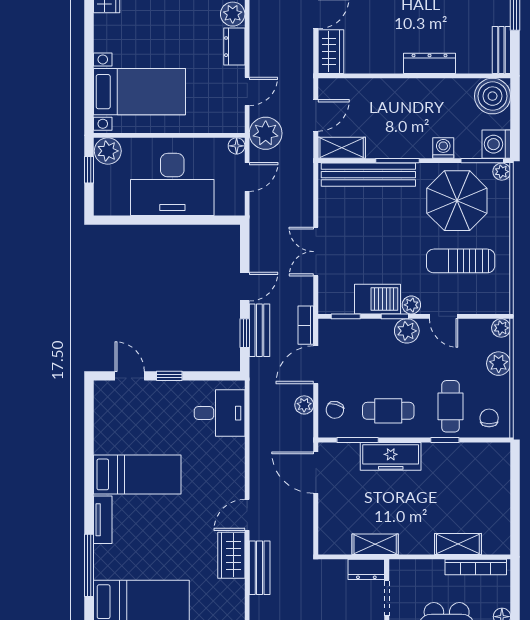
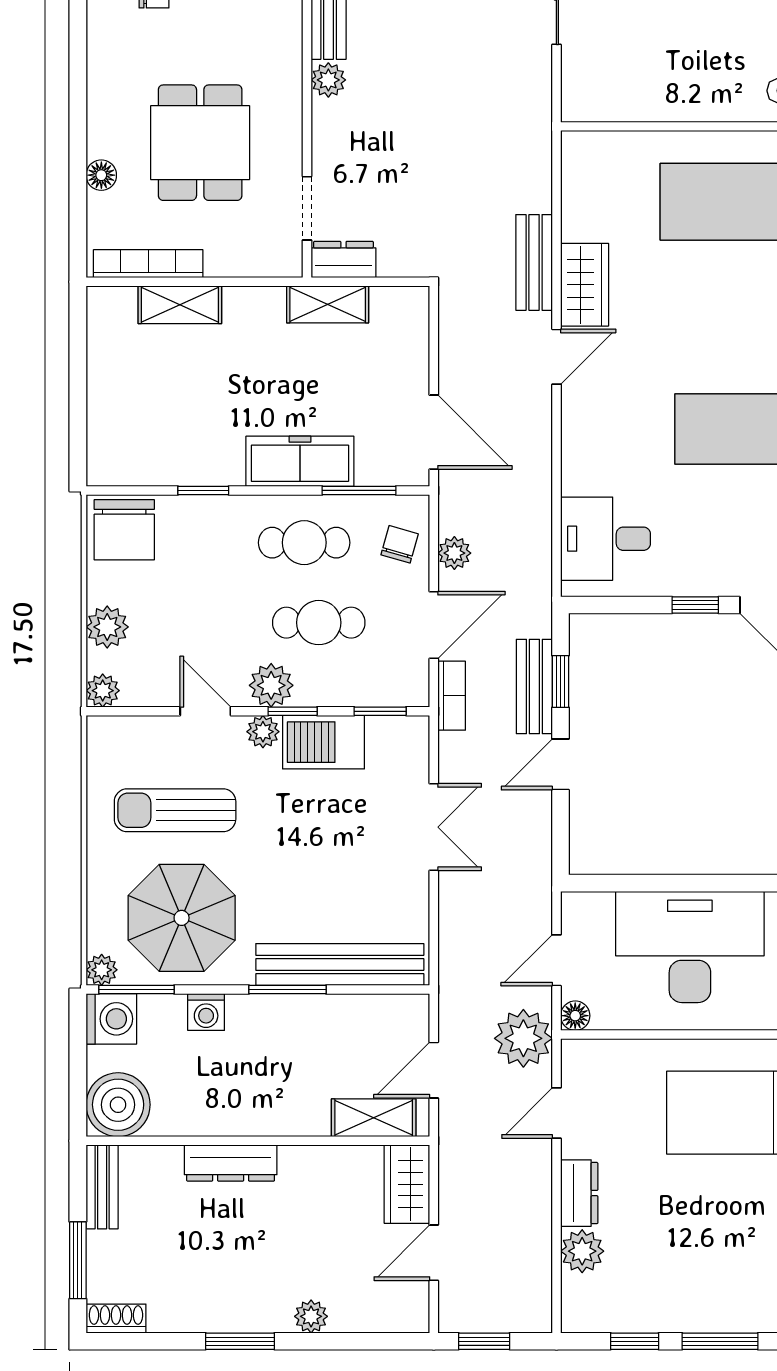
shelving: (342, 148) -> (374, 1118), moved
sun lounger: (461, 261) -> (175, 810), turned 180
cafe table: (450, 406) -> (319, 623), moved, turned 90
chair: (489, 418) -> (124, 530), width x1.87, depth x1.87

